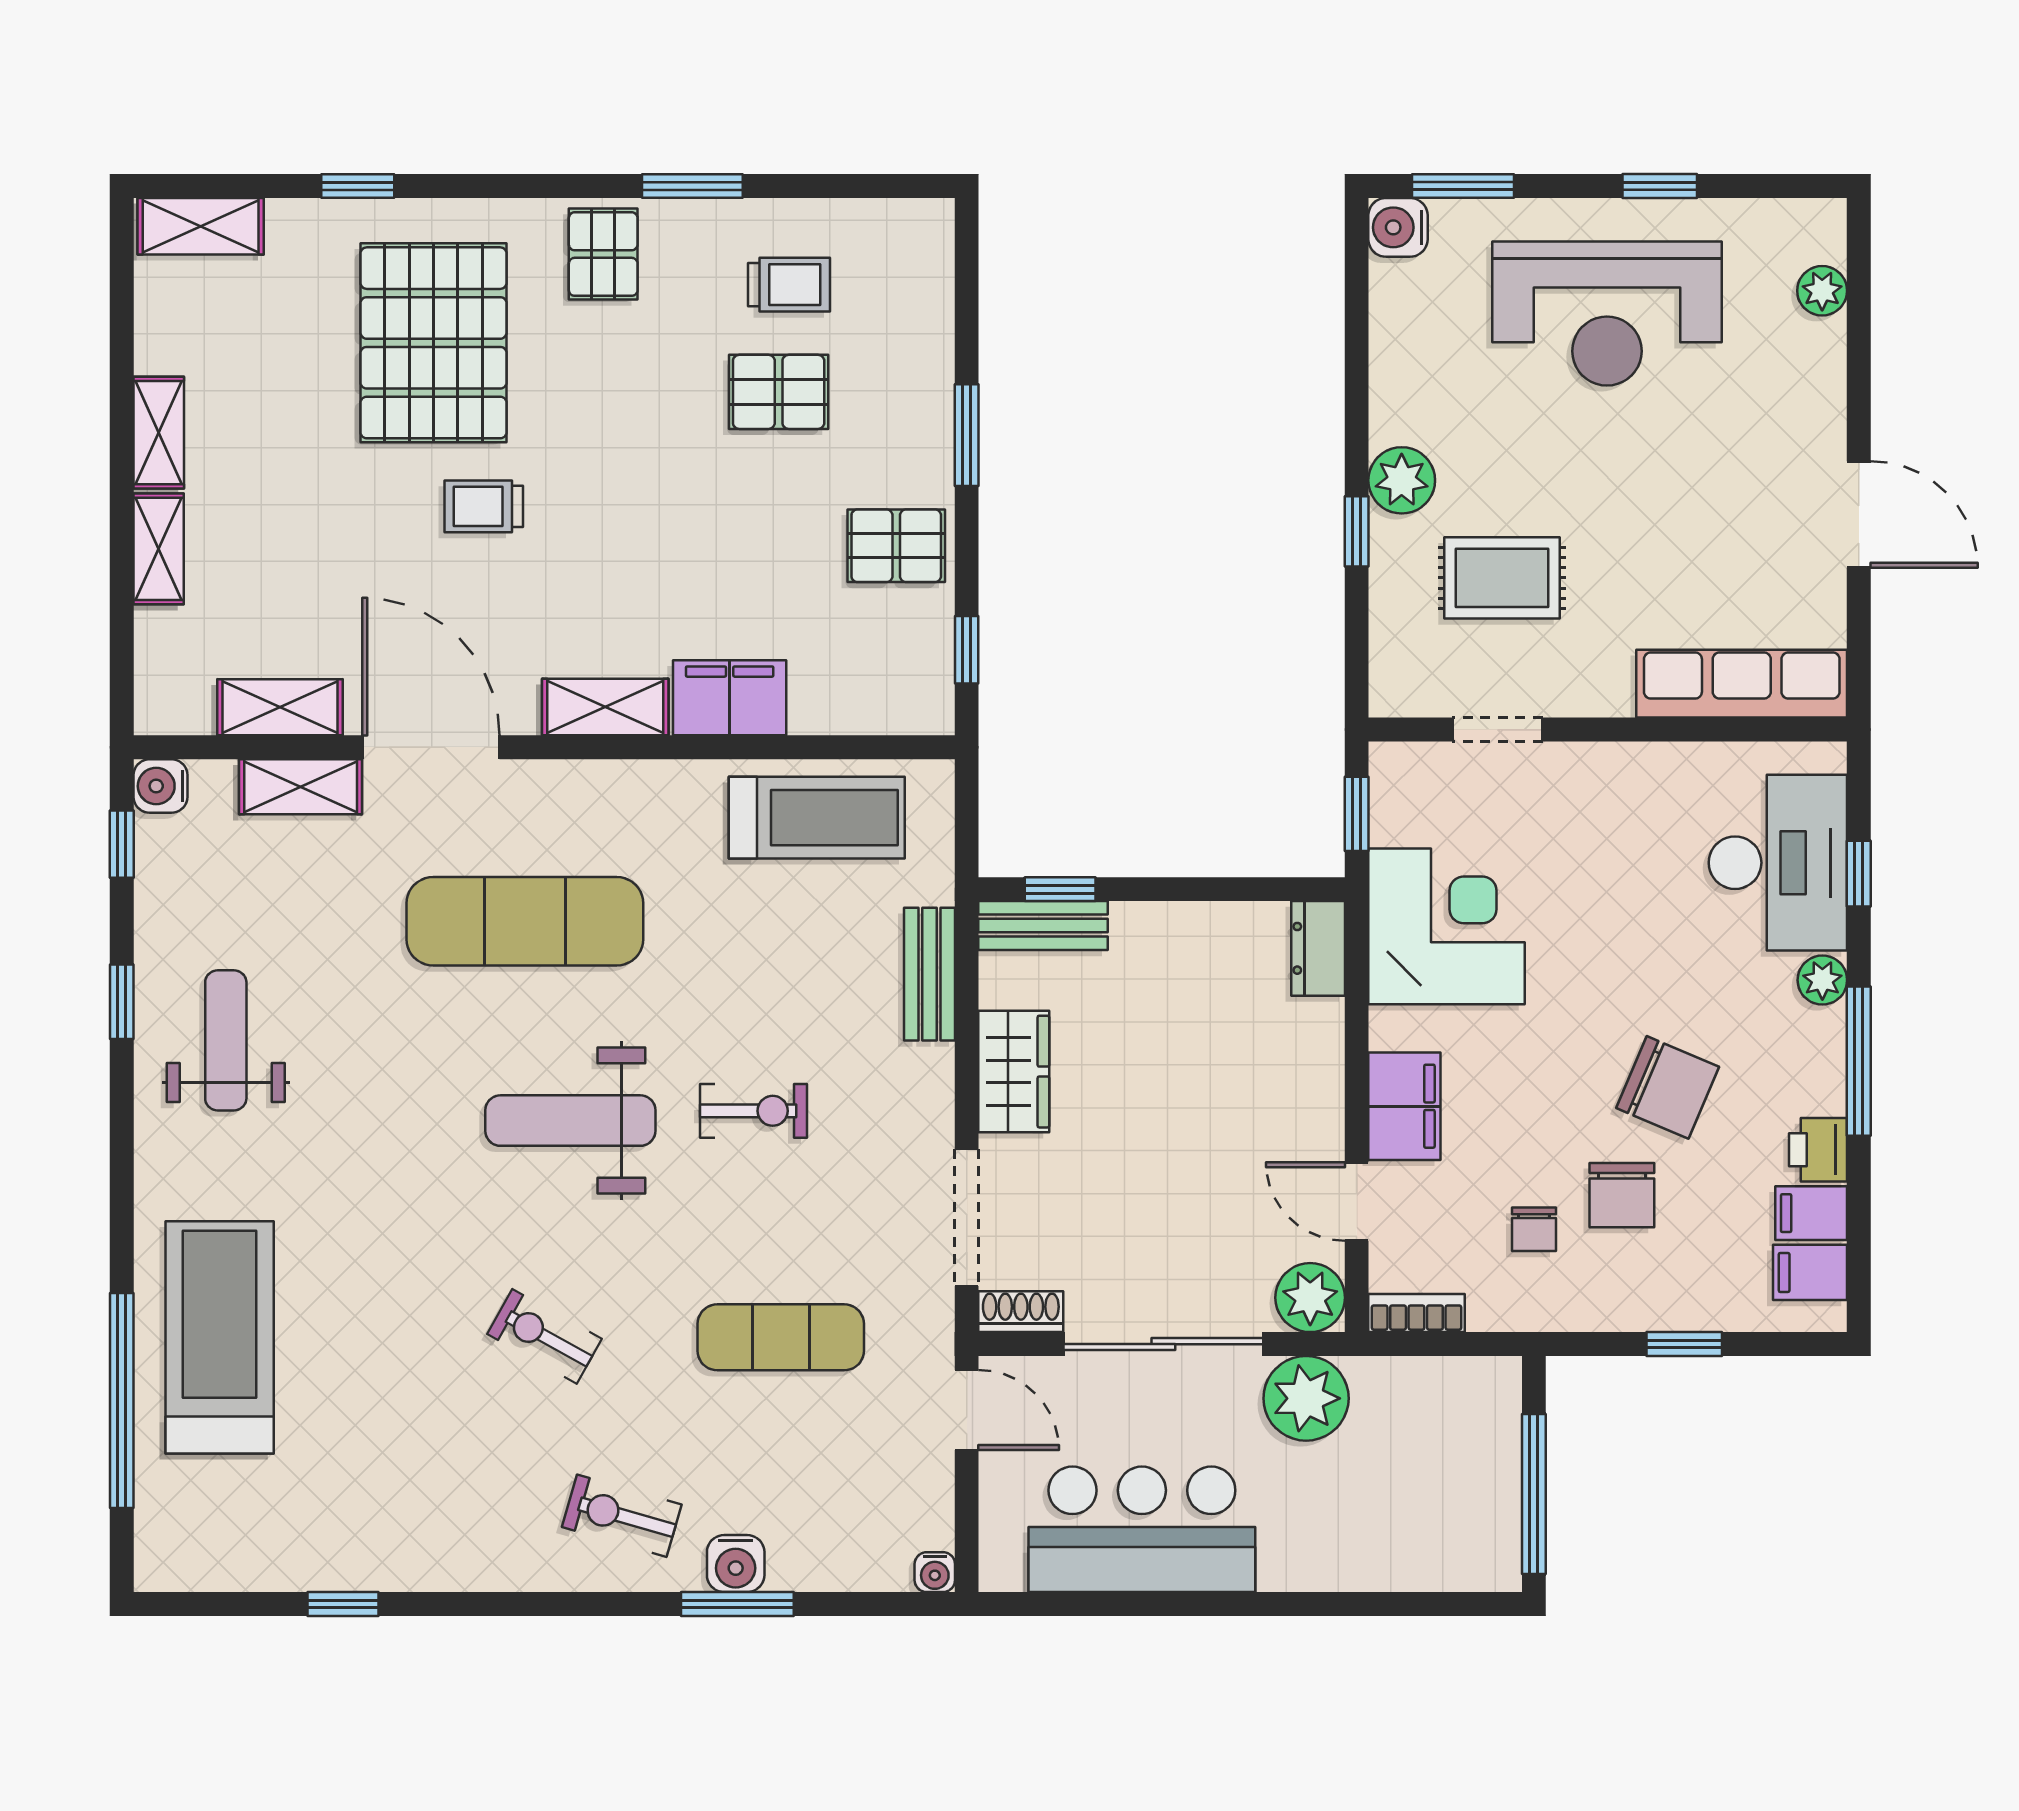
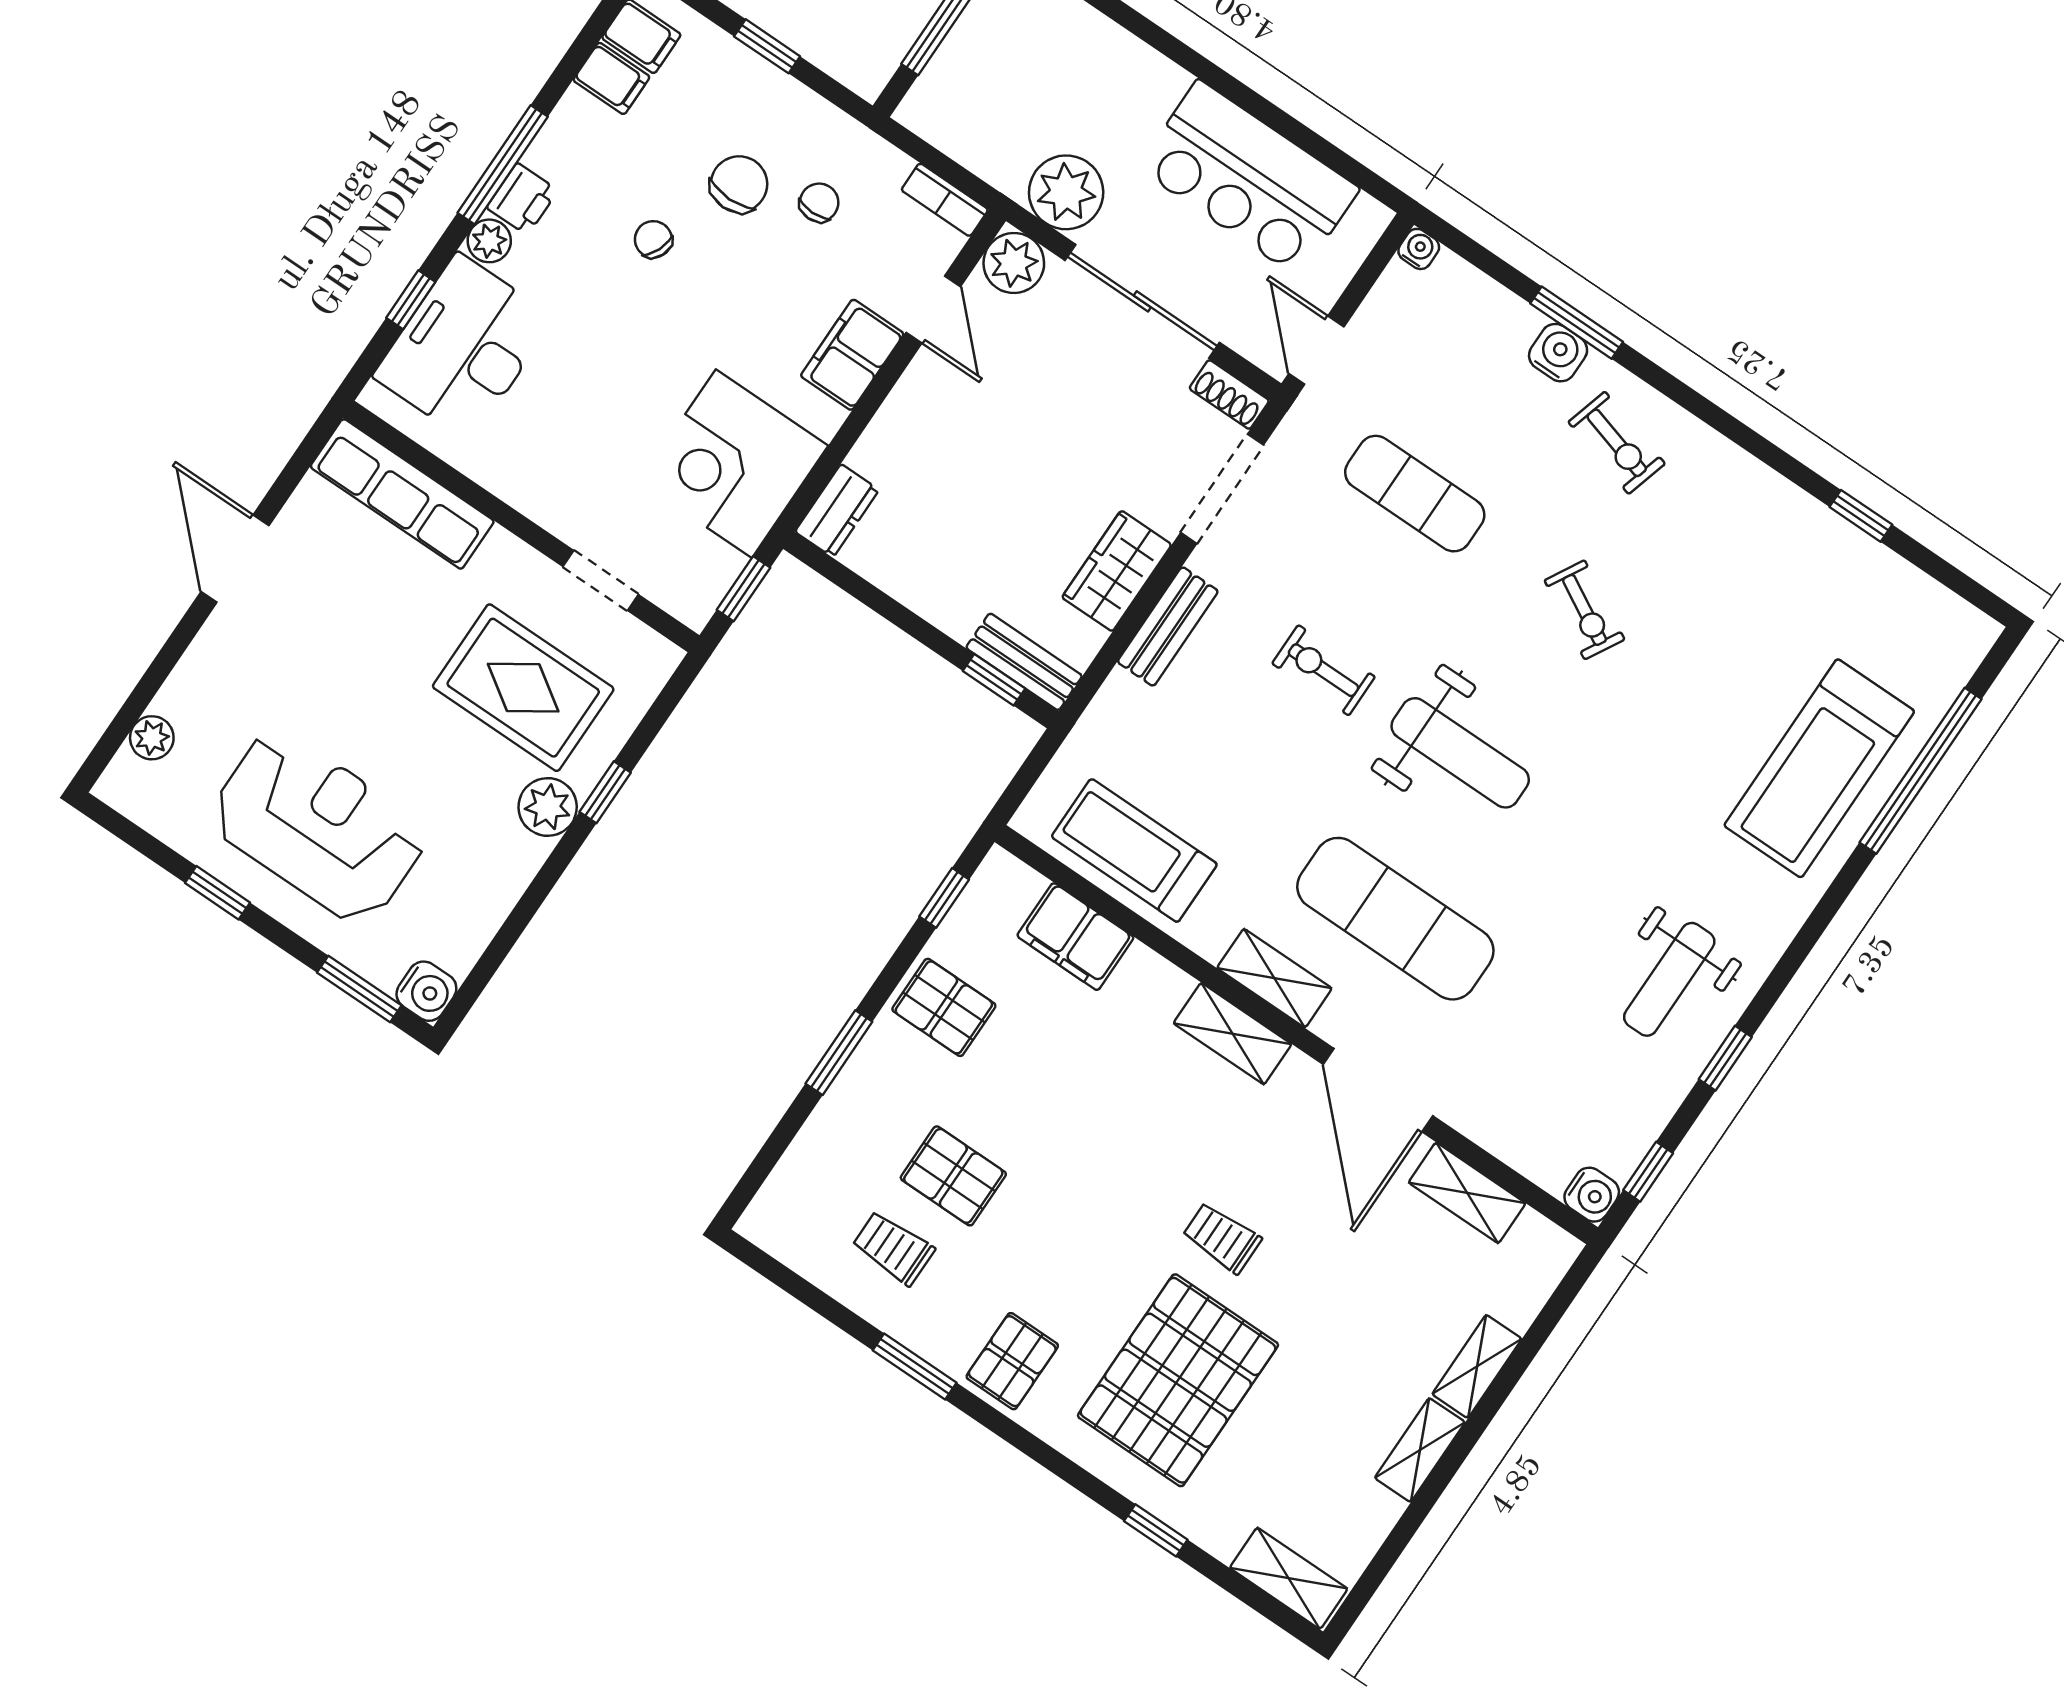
trolley: (484, 506) -> (1222, 1238), turned 180
rug: (1502, 578) -> (523, 688), width x1.36, depth x1.43
filing cabinet: (730, 698) -> (1075, 937), moved
shelving: (301, 787) -> (1274, 978), moved
bench: (929, 974) -> (1168, 627), moved
chair: (1668, 1087) -> (653, 239), width x0.54, depth x0.54
printer: (1818, 1150) -> (522, 199), moved

